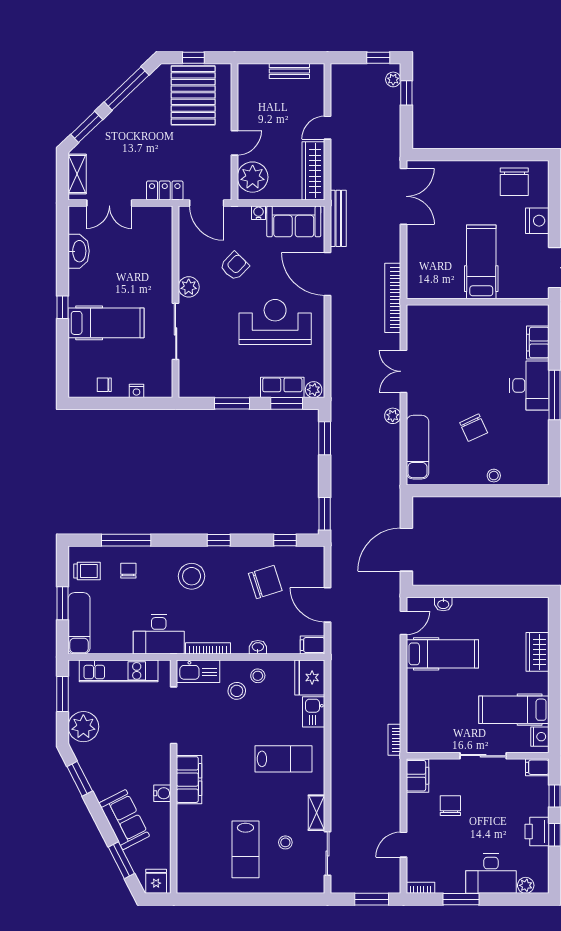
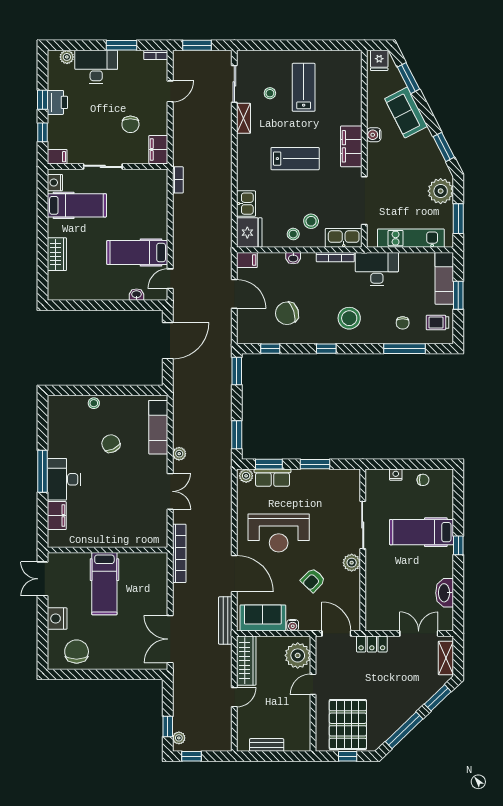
lab bench: (284, 759) -> (295, 159), moved, turned 180

